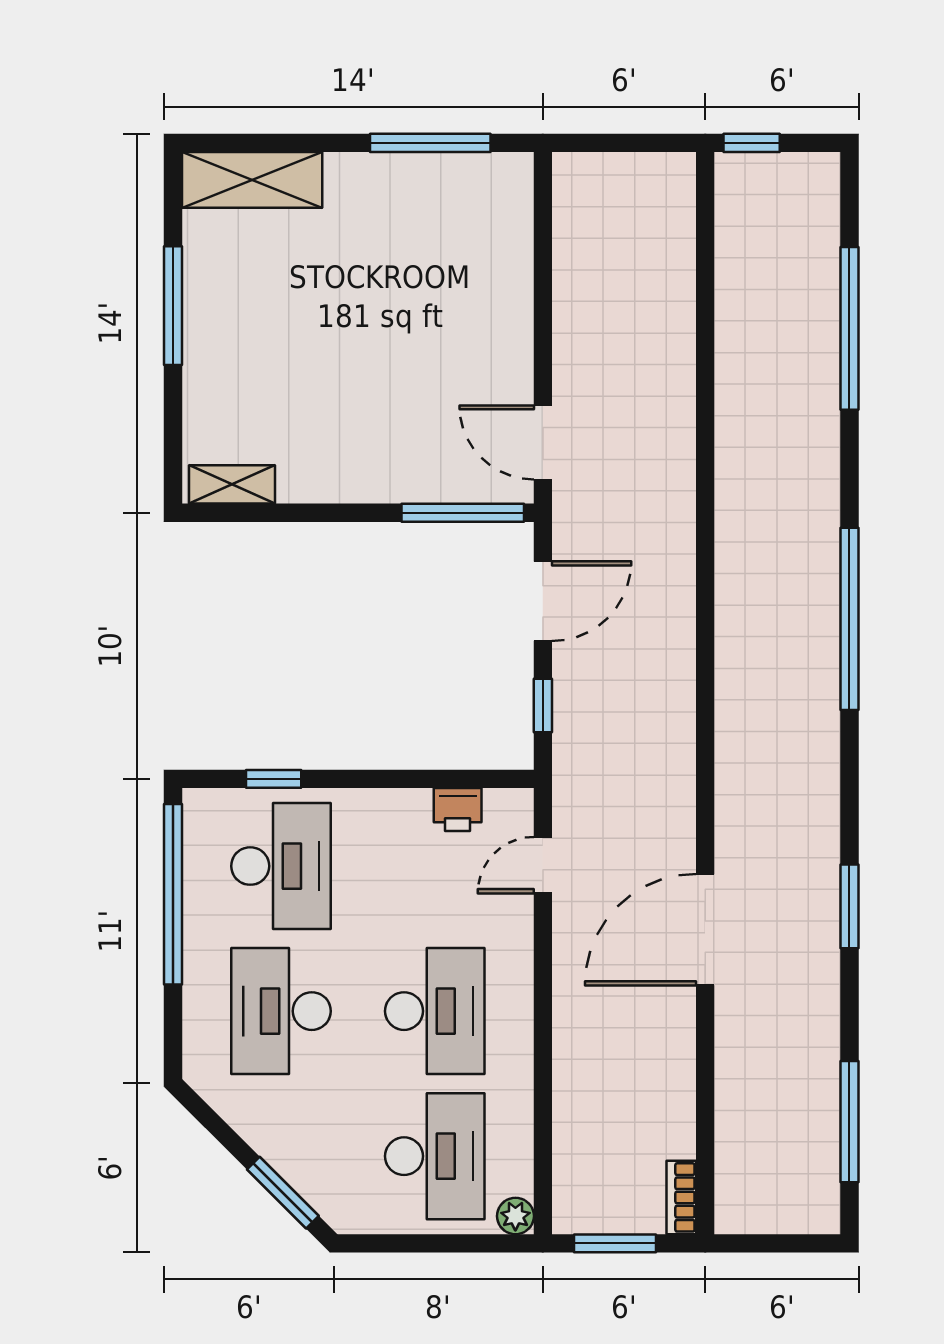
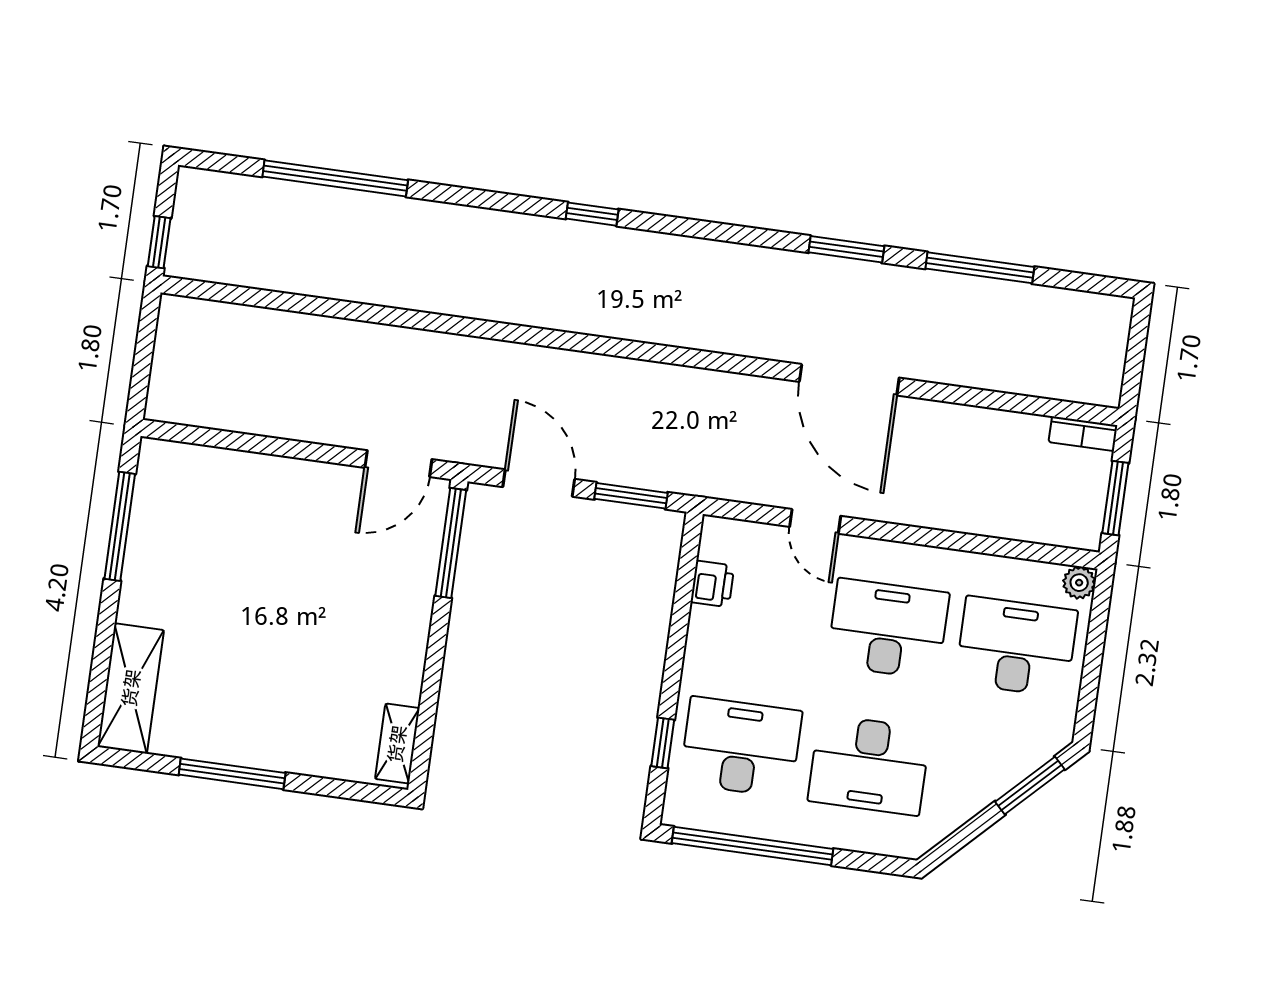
window: (849, 619) -> (592, 214), width x0.32
window: (543, 706) -> (631, 496), width x1.50
door: (543, 865) -> (815, 521), moved
window: (849, 1122) -> (980, 268), moved

